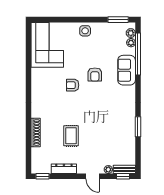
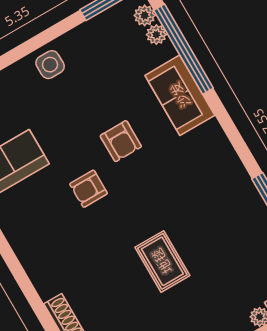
rug: (71, 136) -> (162, 261), moved

